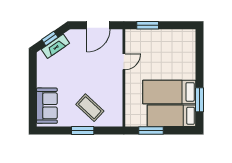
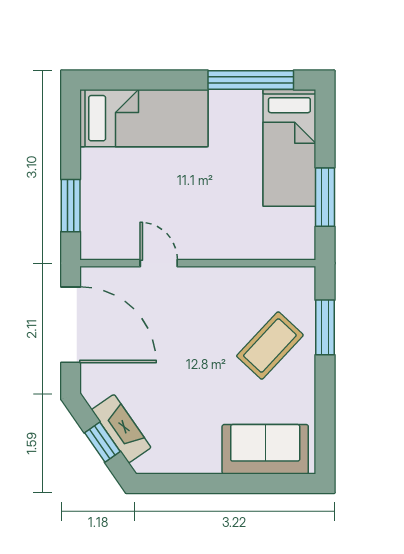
door: (98, 25) -> (71, 325), width x1.36
bed: (169, 92) -> (144, 118), moved, turned -90
window: (199, 100) -> (251, 80), width x1.44
window: (83, 130) -> (325, 327), moved

